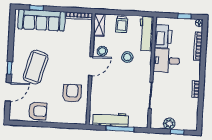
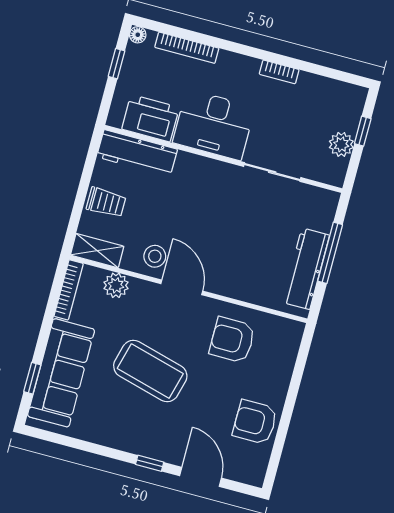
plant: (86, 36) -> (116, 285), added
stool: (127, 57) -> (179, 205), removed
desk: (166, 61) -> (214, 125), width x1.37
coffee table: (36, 67) -> (150, 371), moved
armchair: (38, 111) -> (255, 422), turned -90

